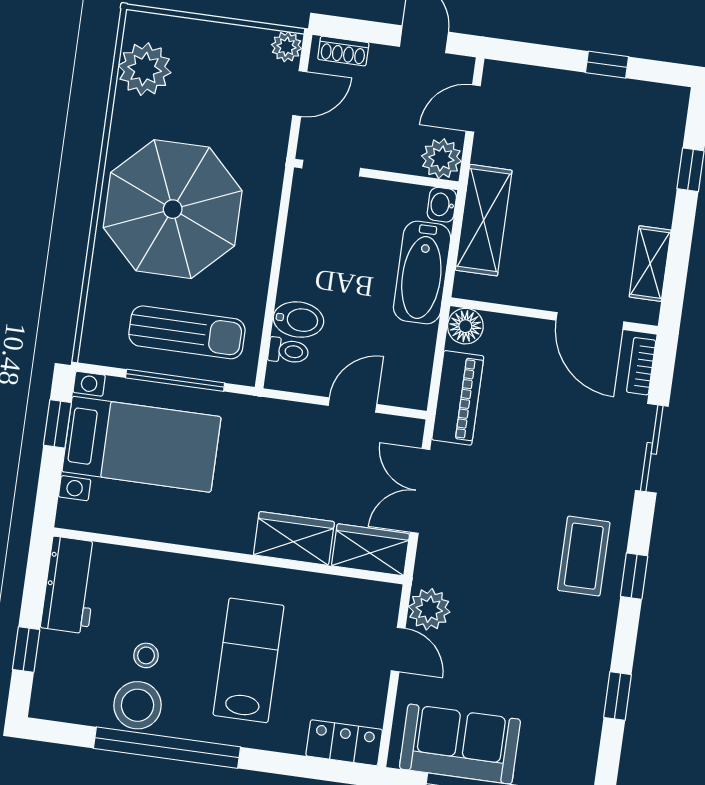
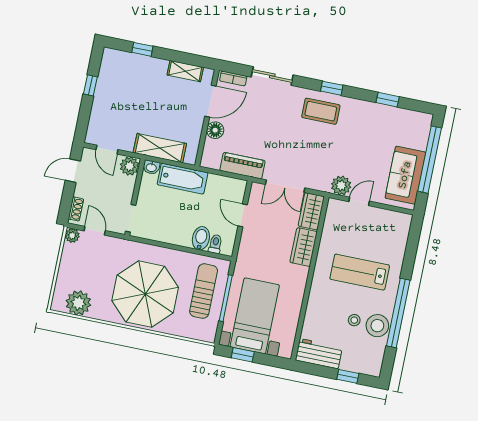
floor lamp: (465, 326) -> (215, 130), moved
locker: (344, 743) -> (401, 230), removed

